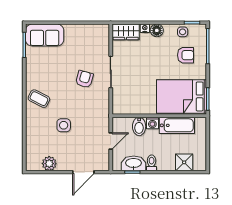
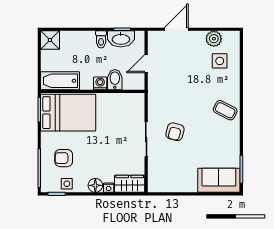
side table: (64, 125) -> (220, 61), moved
bathtub: (177, 125) -> (60, 81), moved
shower: (184, 162) -> (50, 40), moved

